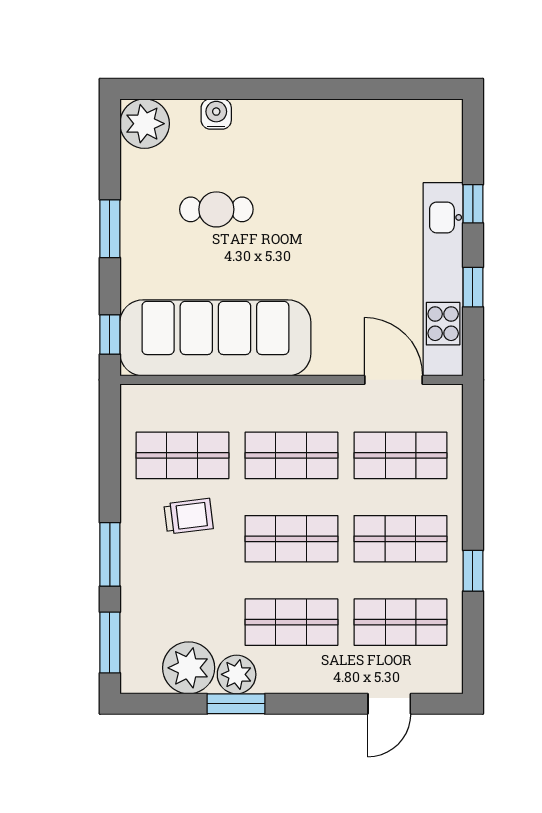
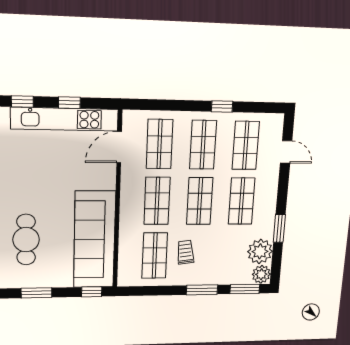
cafe table: (216, 209) -> (26, 240), width x1.37, depth x1.35
plant: (237, 674) -> (261, 274), moved

